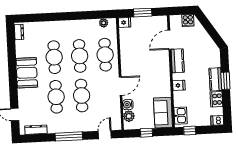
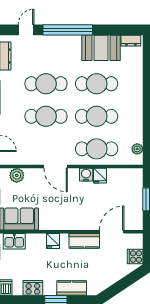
fridge: (125, 22) -> (100, 176), moved
door: (169, 40) -> (112, 232), hinge flipped
booth: (27, 73) -> (101, 48), moved
kitchen counter: (216, 79) -> (72, 288), moved
window: (13, 82) -> (68, 30), added
water cooler: (128, 105) -> (86, 175), moved

